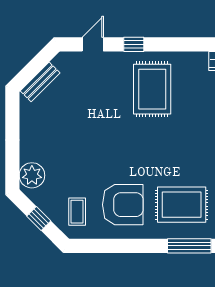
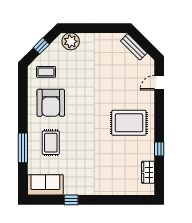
door: (93, 44) -> (159, 83), swing flipped
window: (134, 44) -> (159, 149), moved
rug: (182, 205) -> (51, 143), width x0.73, depth x0.70

